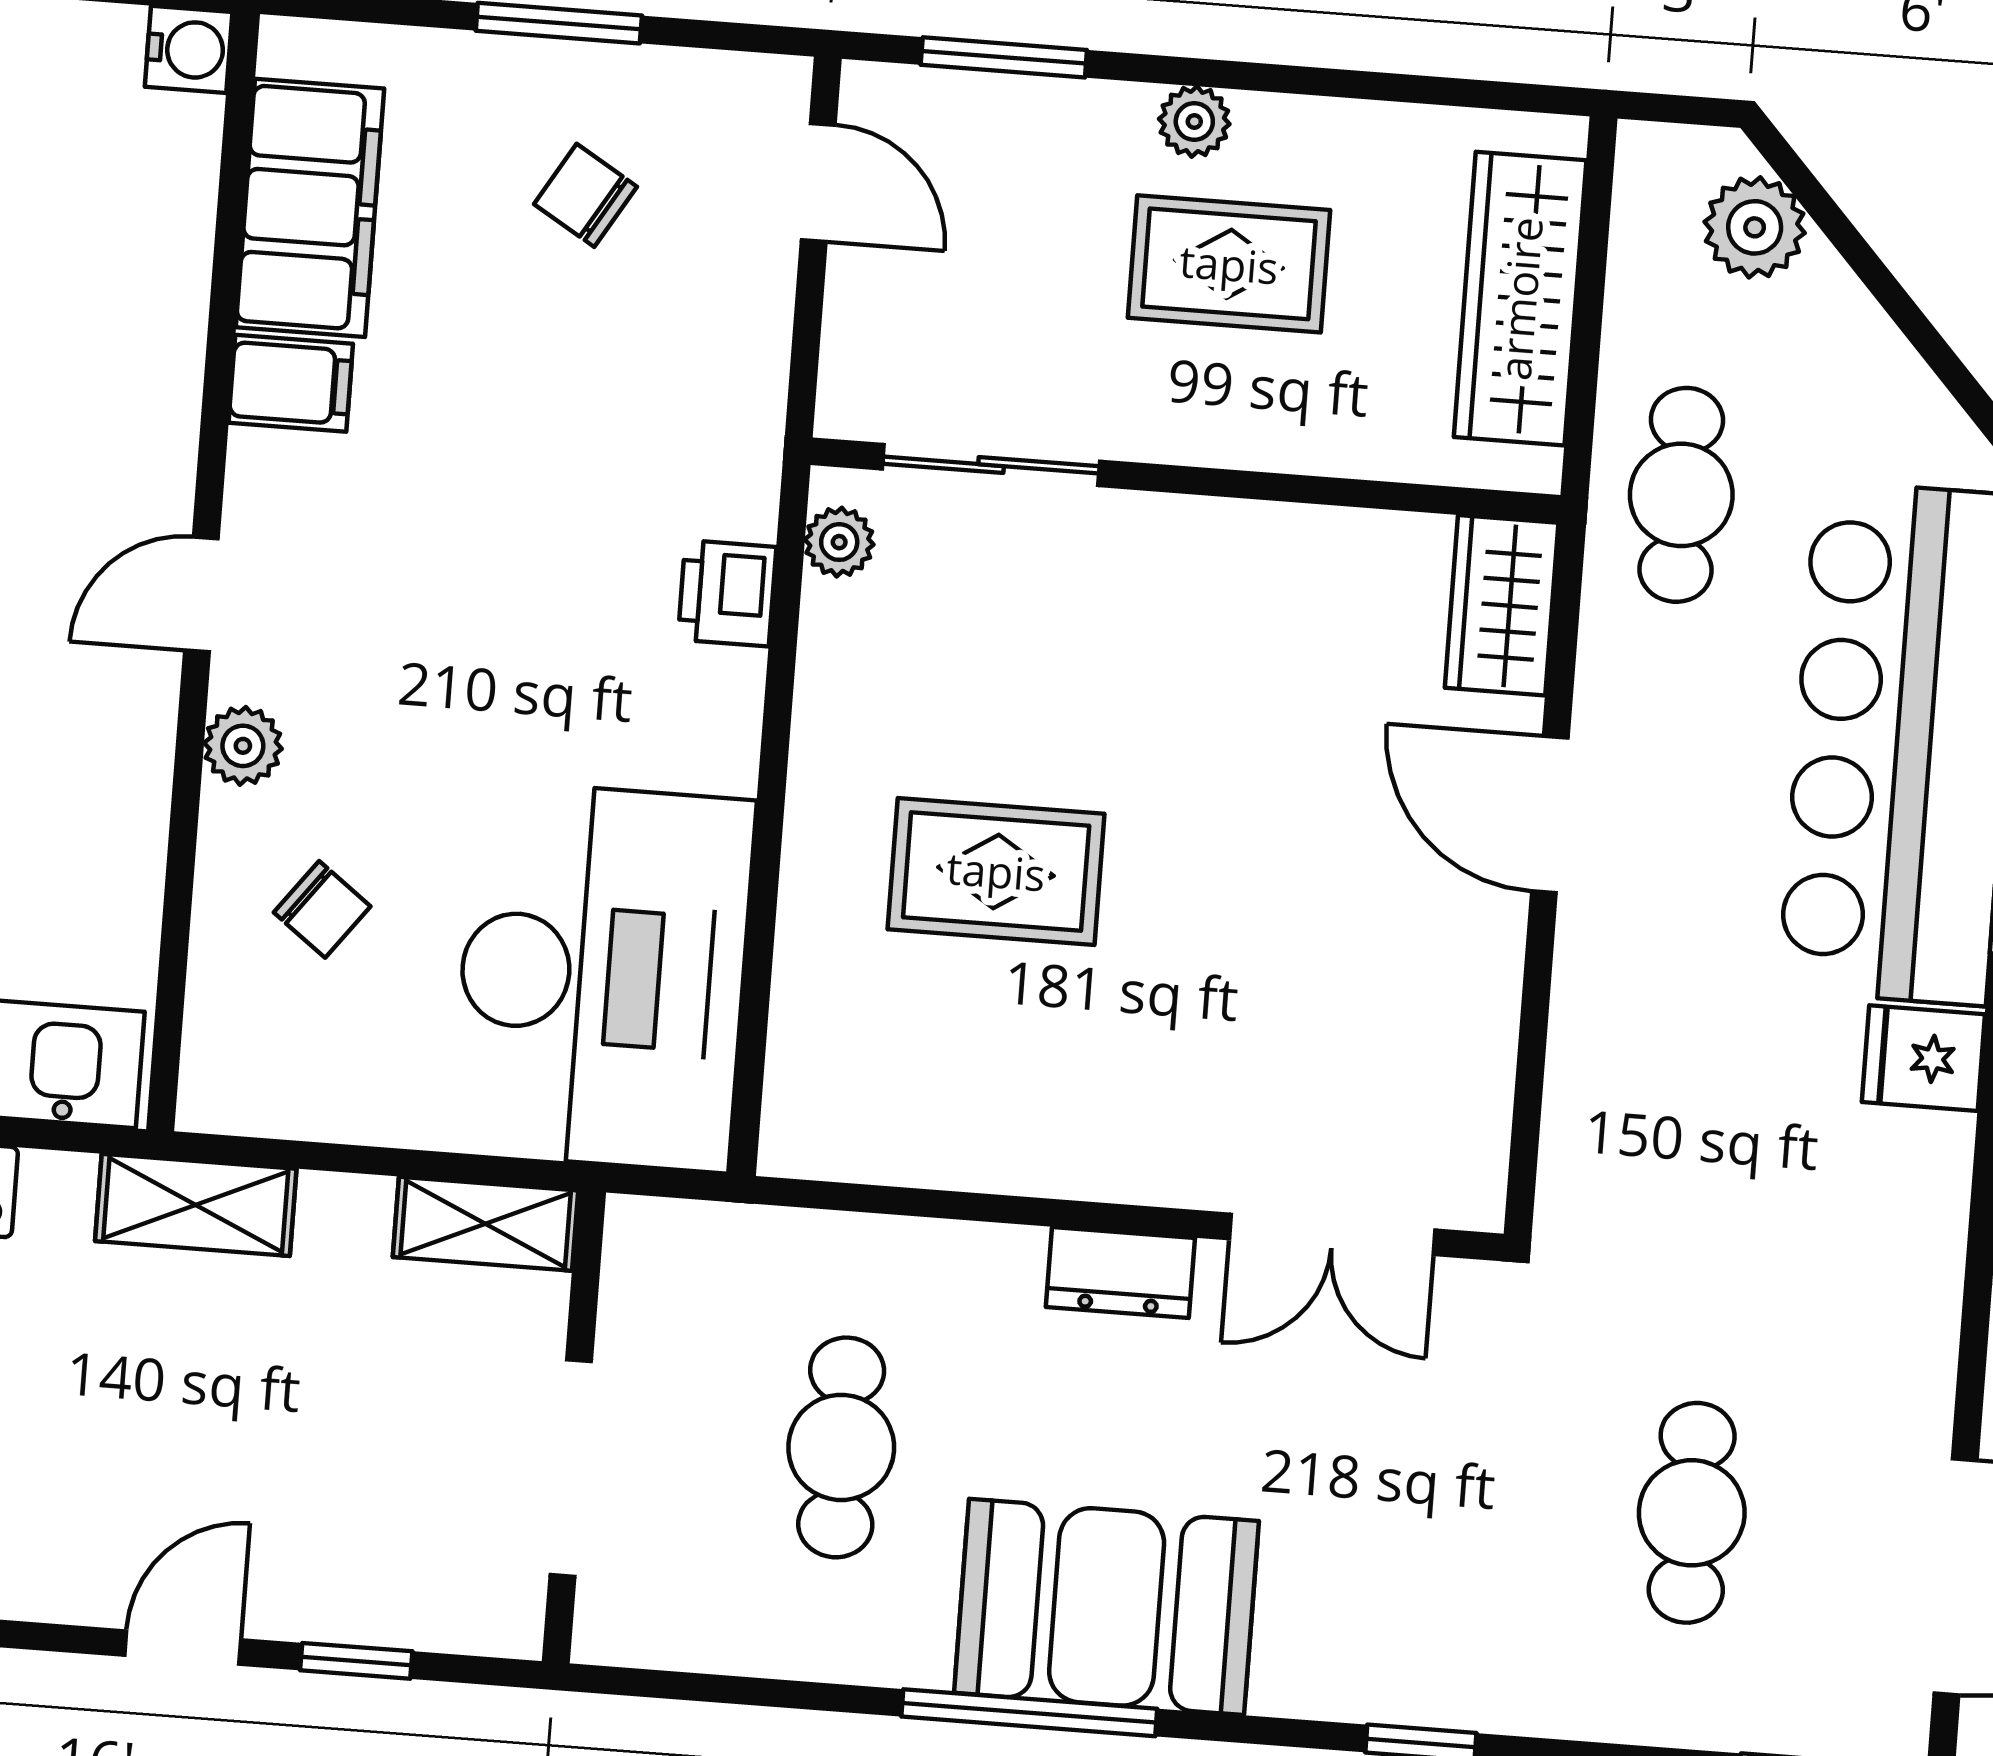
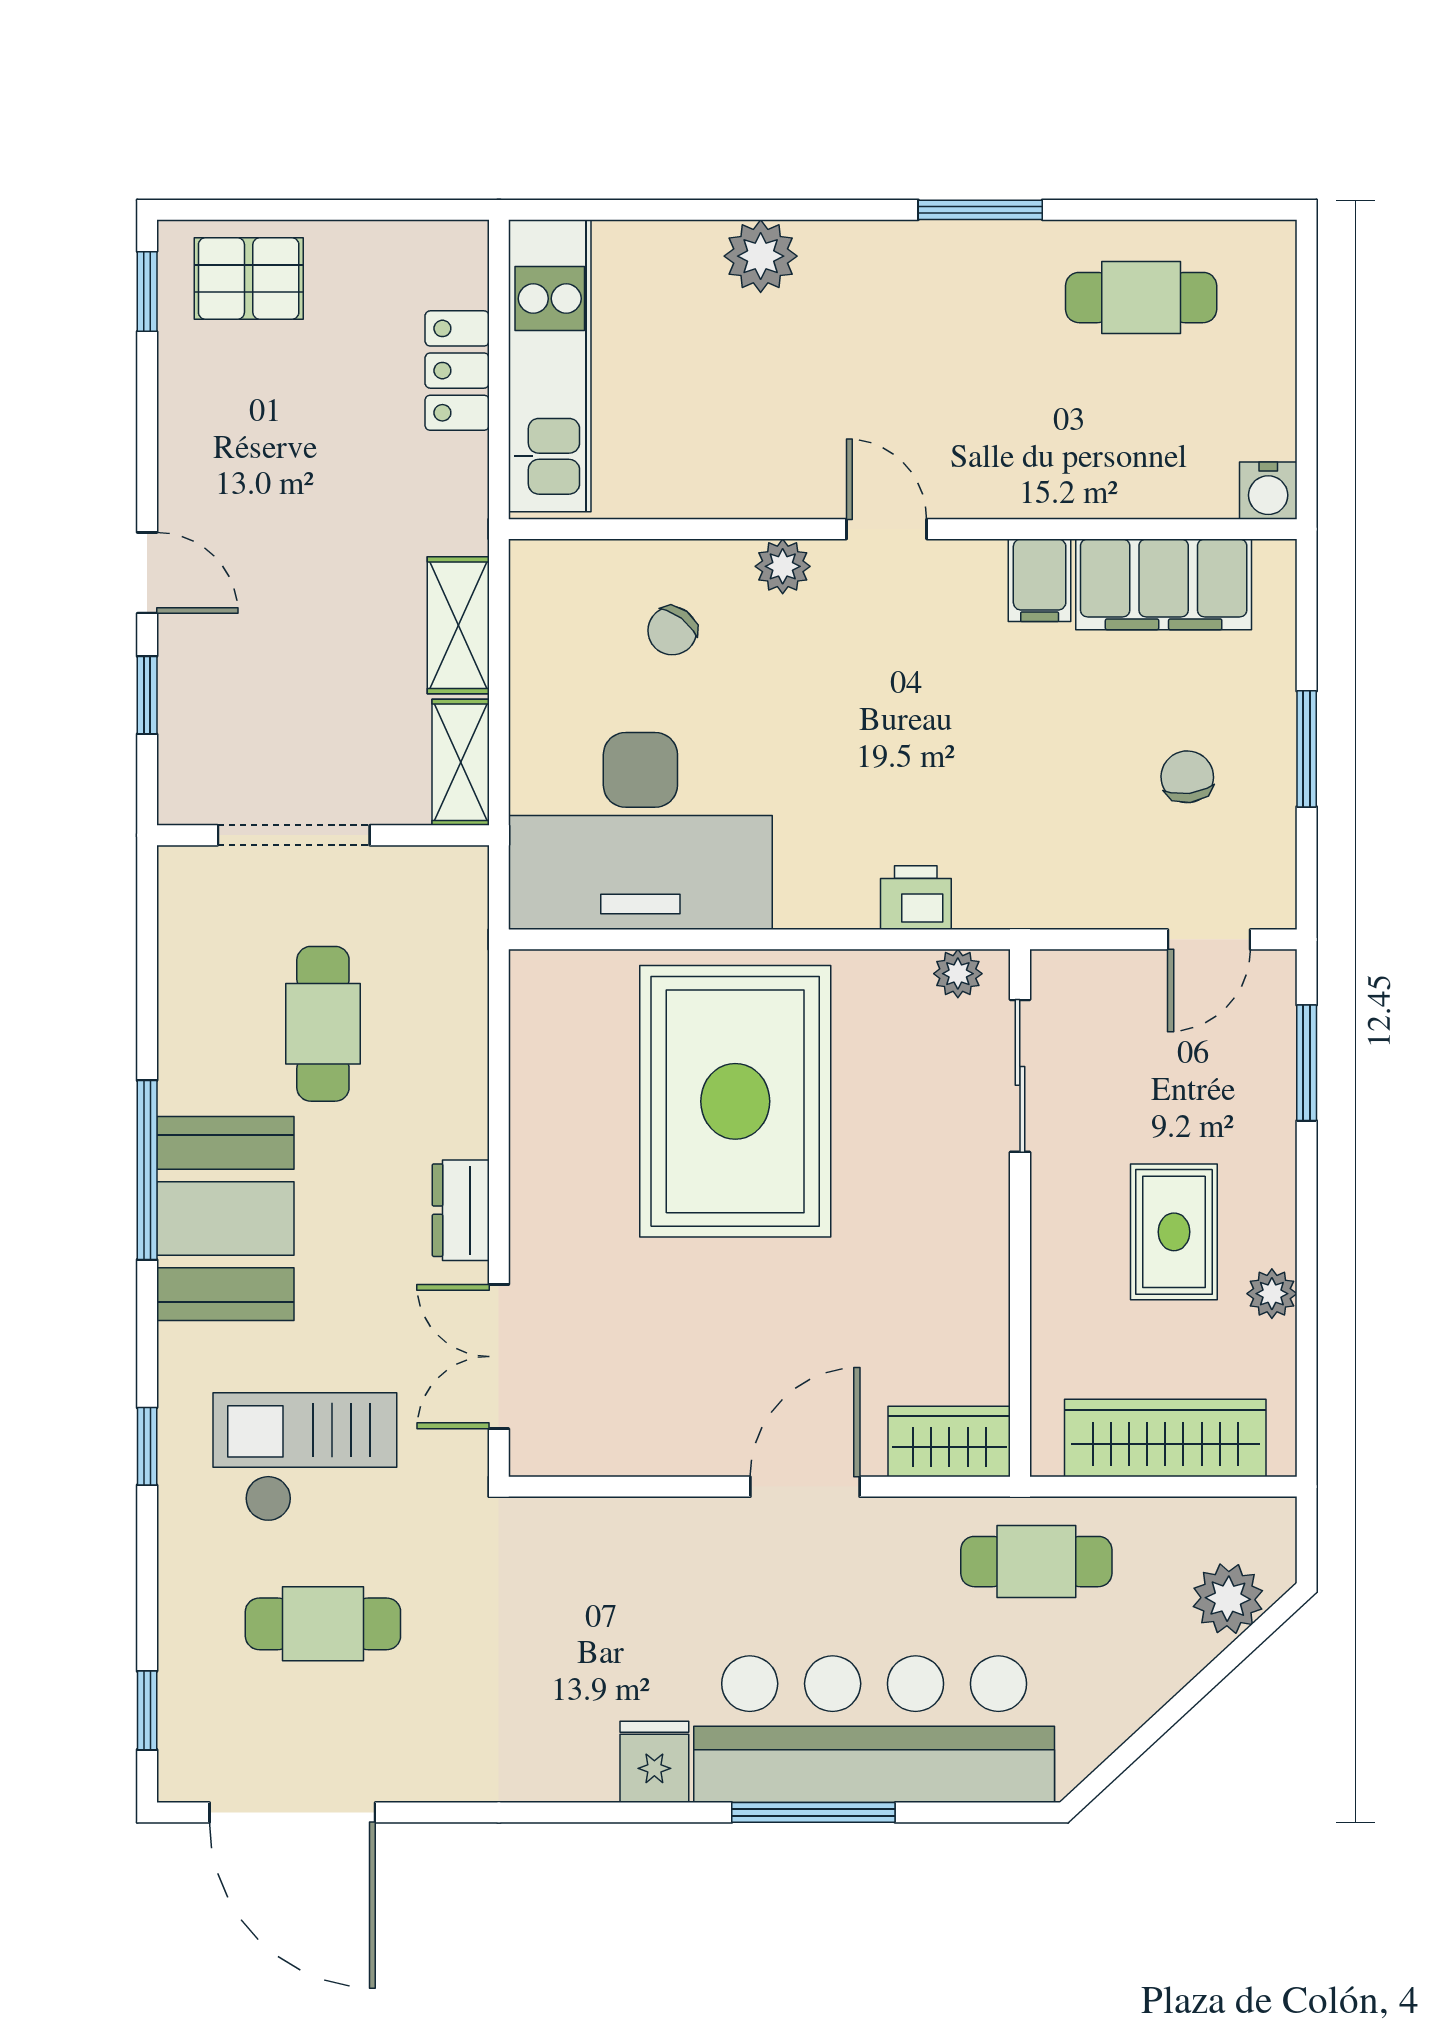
plant: (1194, 122) -> (1272, 1294), moved
chair: (585, 195) -> (1187, 777), turned -38
rug: (996, 871) -> (735, 1101), width x1.86, depth x2.06
shelving: (196, 1205) -> (458, 625), moved
cafe table: (841, 1447) -> (323, 1024), turned 90
checkout: (1453, 1520) -> (305, 1457), added

